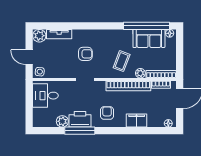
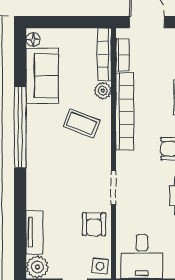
window: (147, 26) -> (20, 127), moved
armchair: (85, 54) -> (94, 224), moved, turned 180

